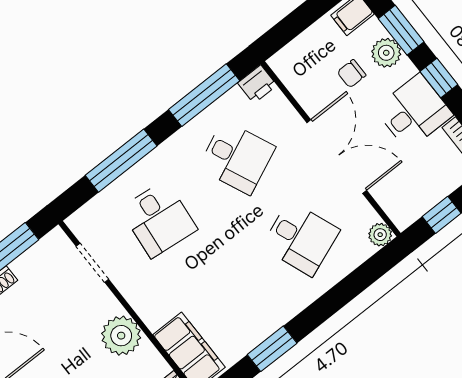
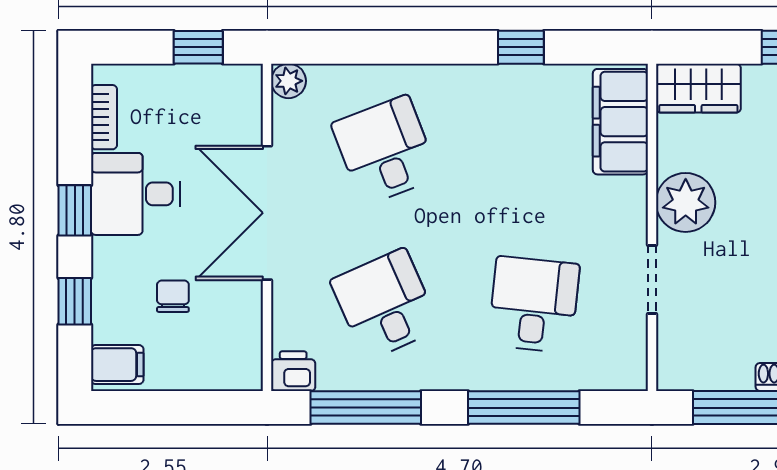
window: (401, 30) -> (75, 301), width x0.67
plant: (386, 53) -> (113, 289), removed
chair: (352, 74) -> (173, 296), turned -90
doorway: (92, 263) -> (652, 280), moved
window: (272, 349) -> (521, 47), width x0.67

